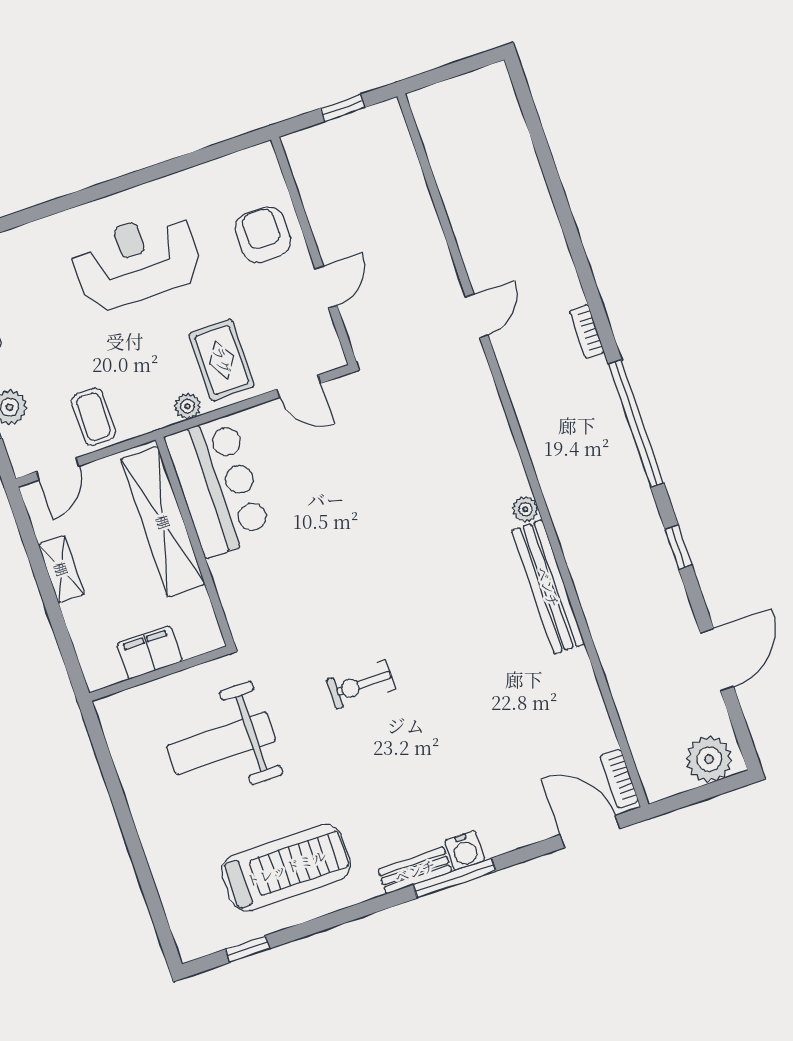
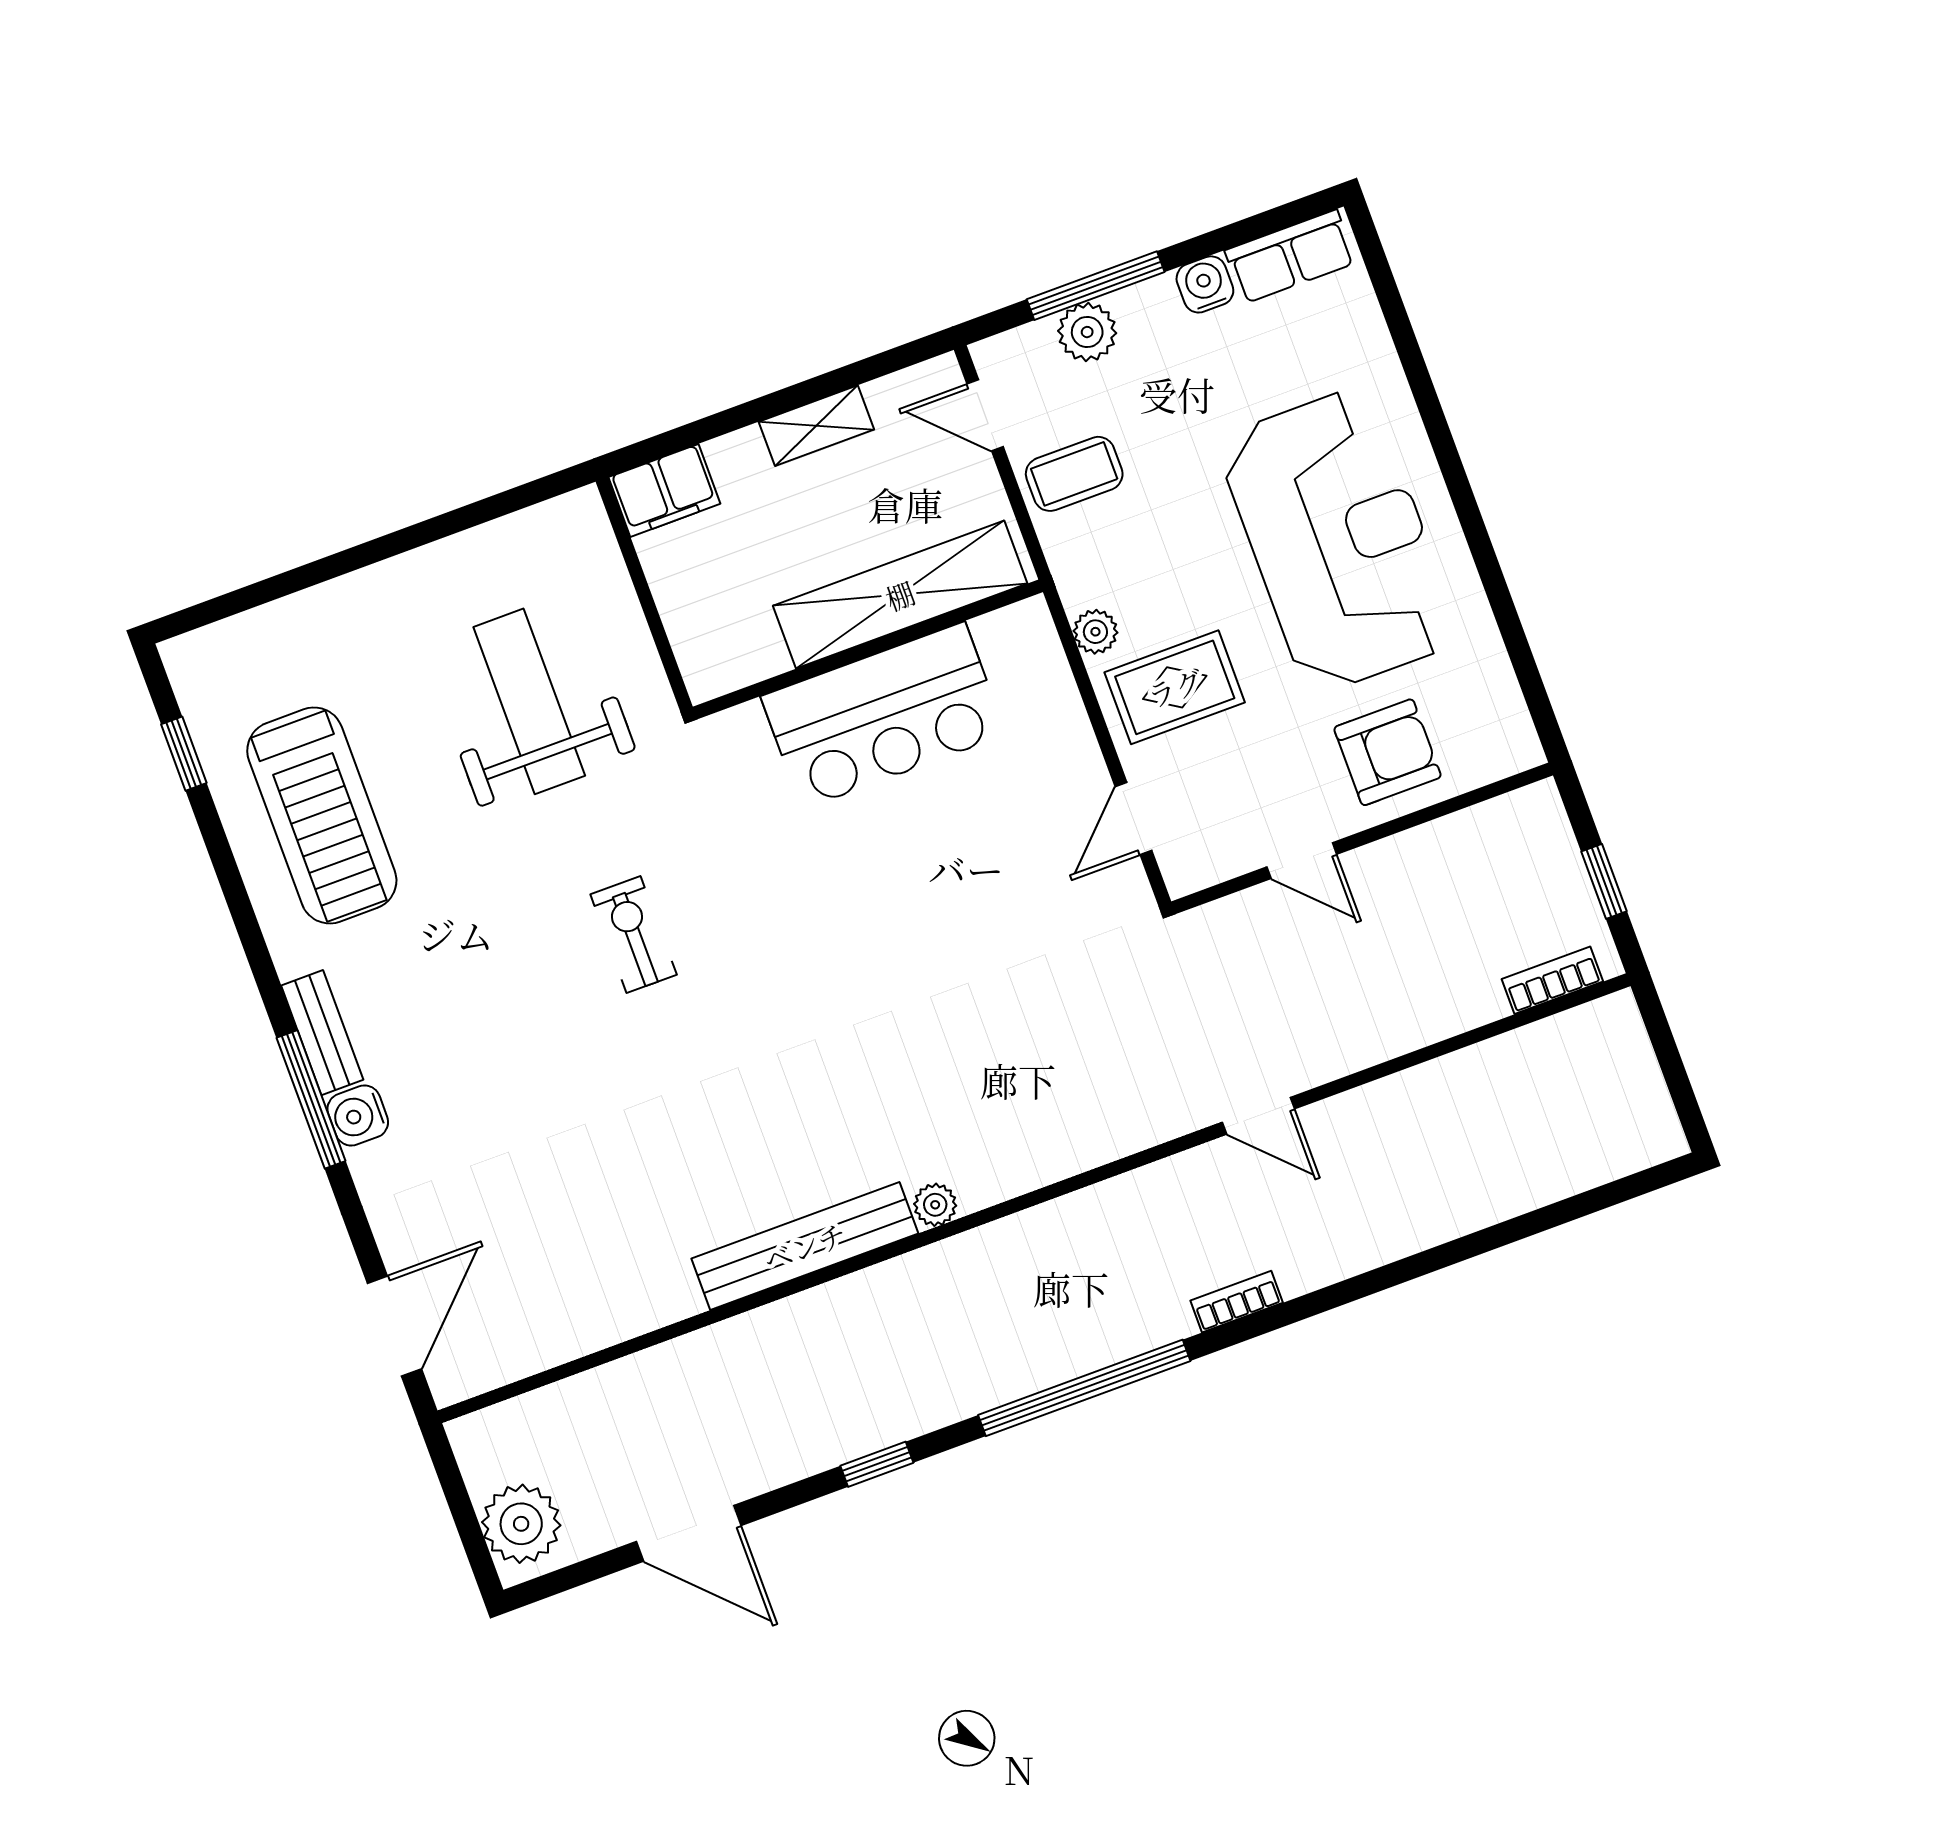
reception desk: (136, 261) -> (1338, 540), width x1.36, depth x1.30
bar counter: (218, 486) -> (883, 715), moved
filing cabinet: (149, 653) -> (664, 490), moved, turned 90
bookcase: (619, 779) -> (1552, 980), moved

